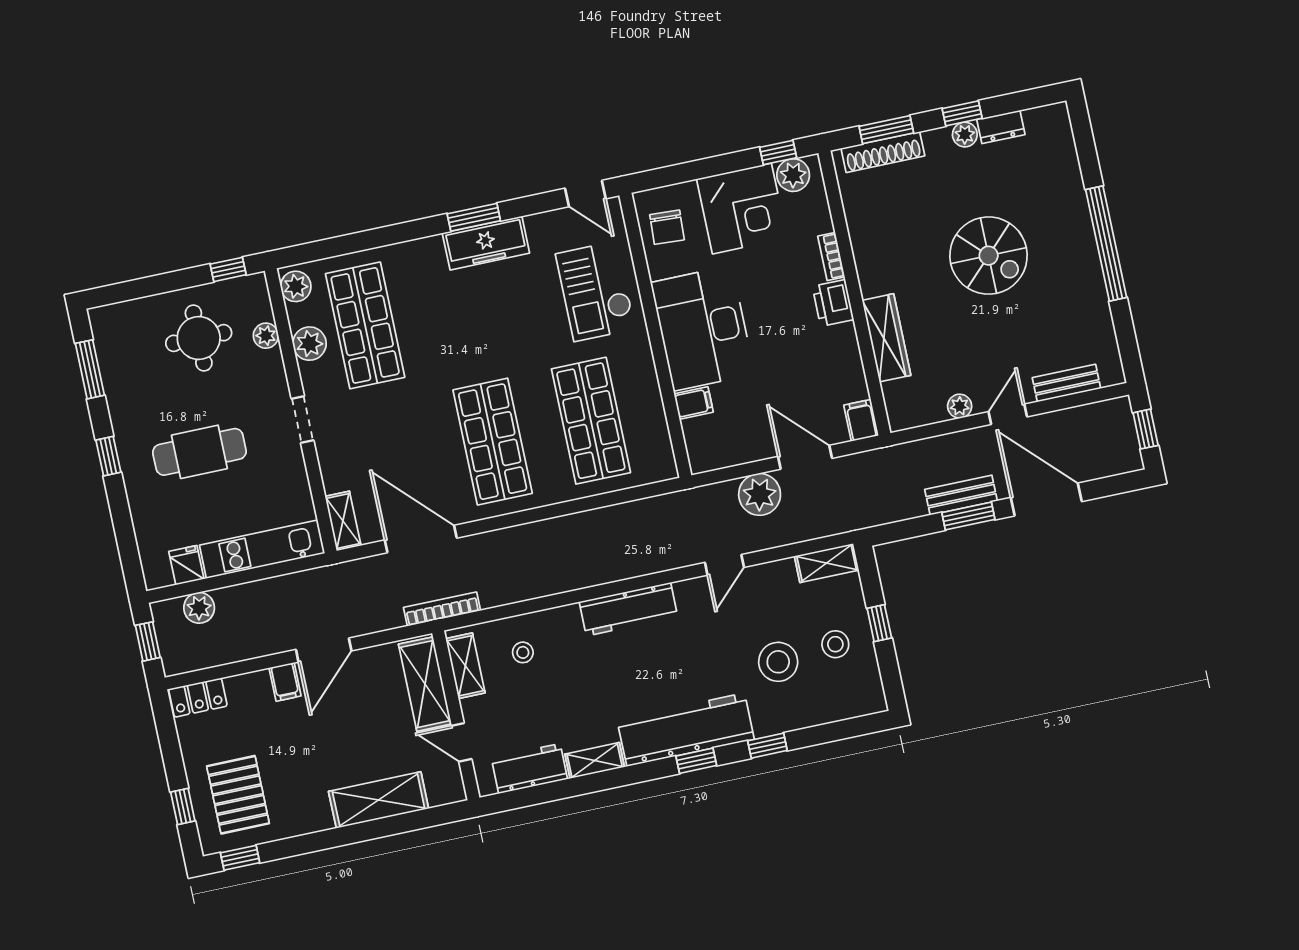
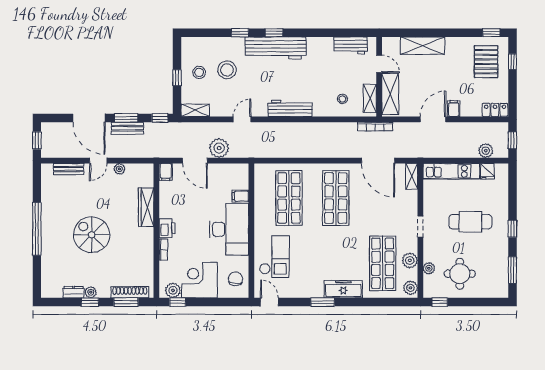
freezer: (486, 243) -> (343, 289), moved
window: (897, 531) -> (160, 118), added
shelving: (595, 761) -> (320, 43), removed

